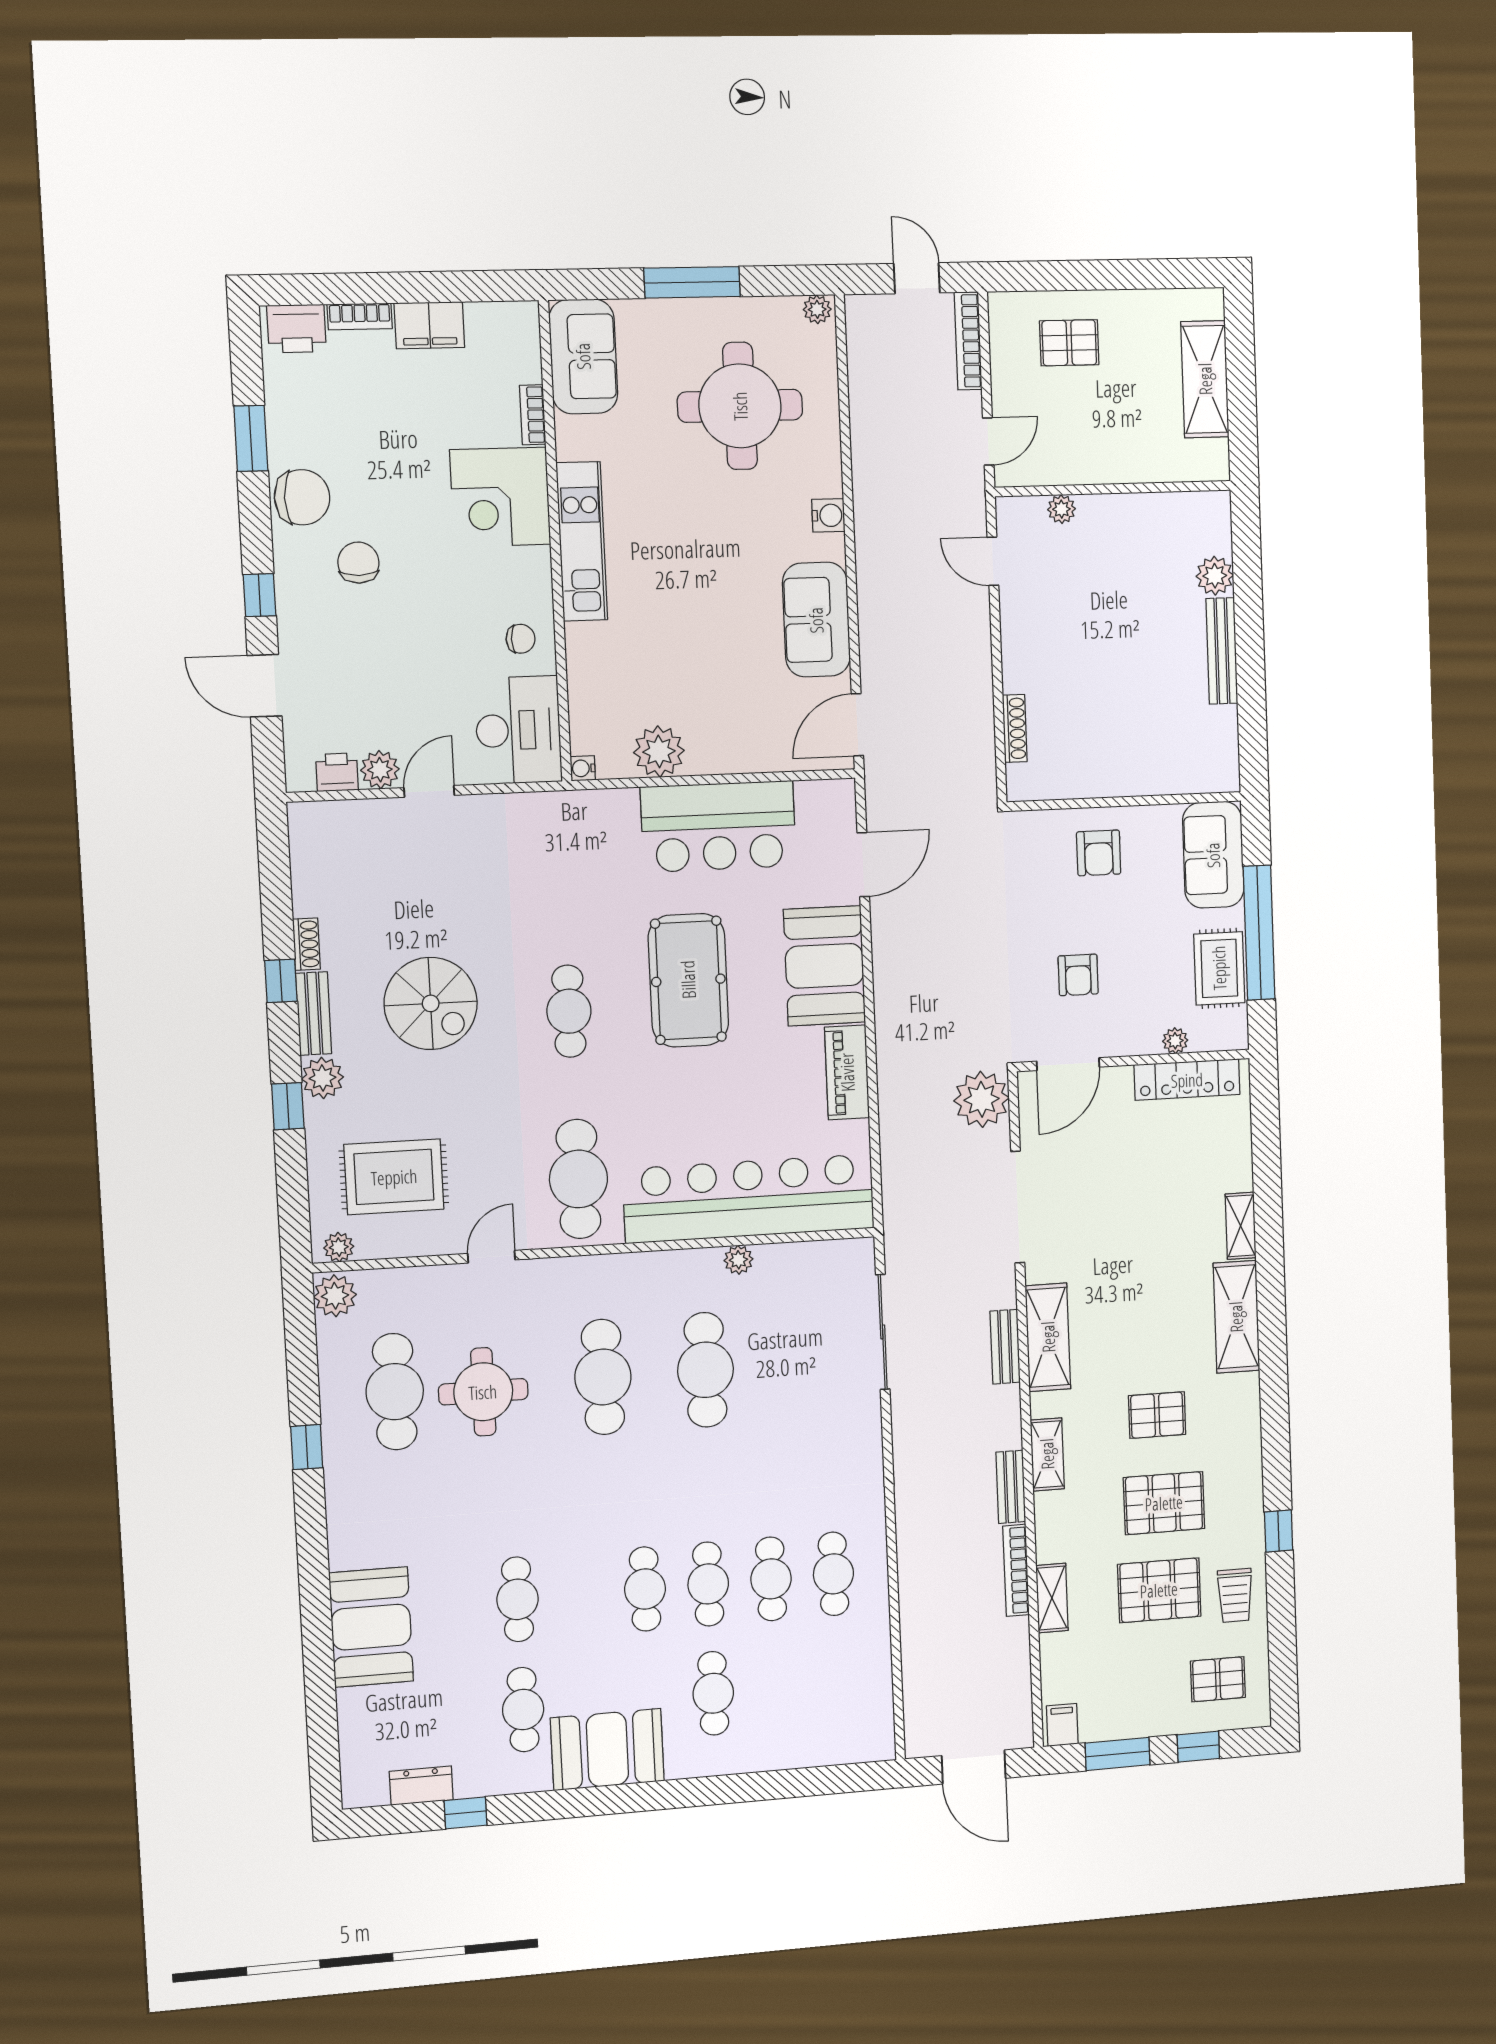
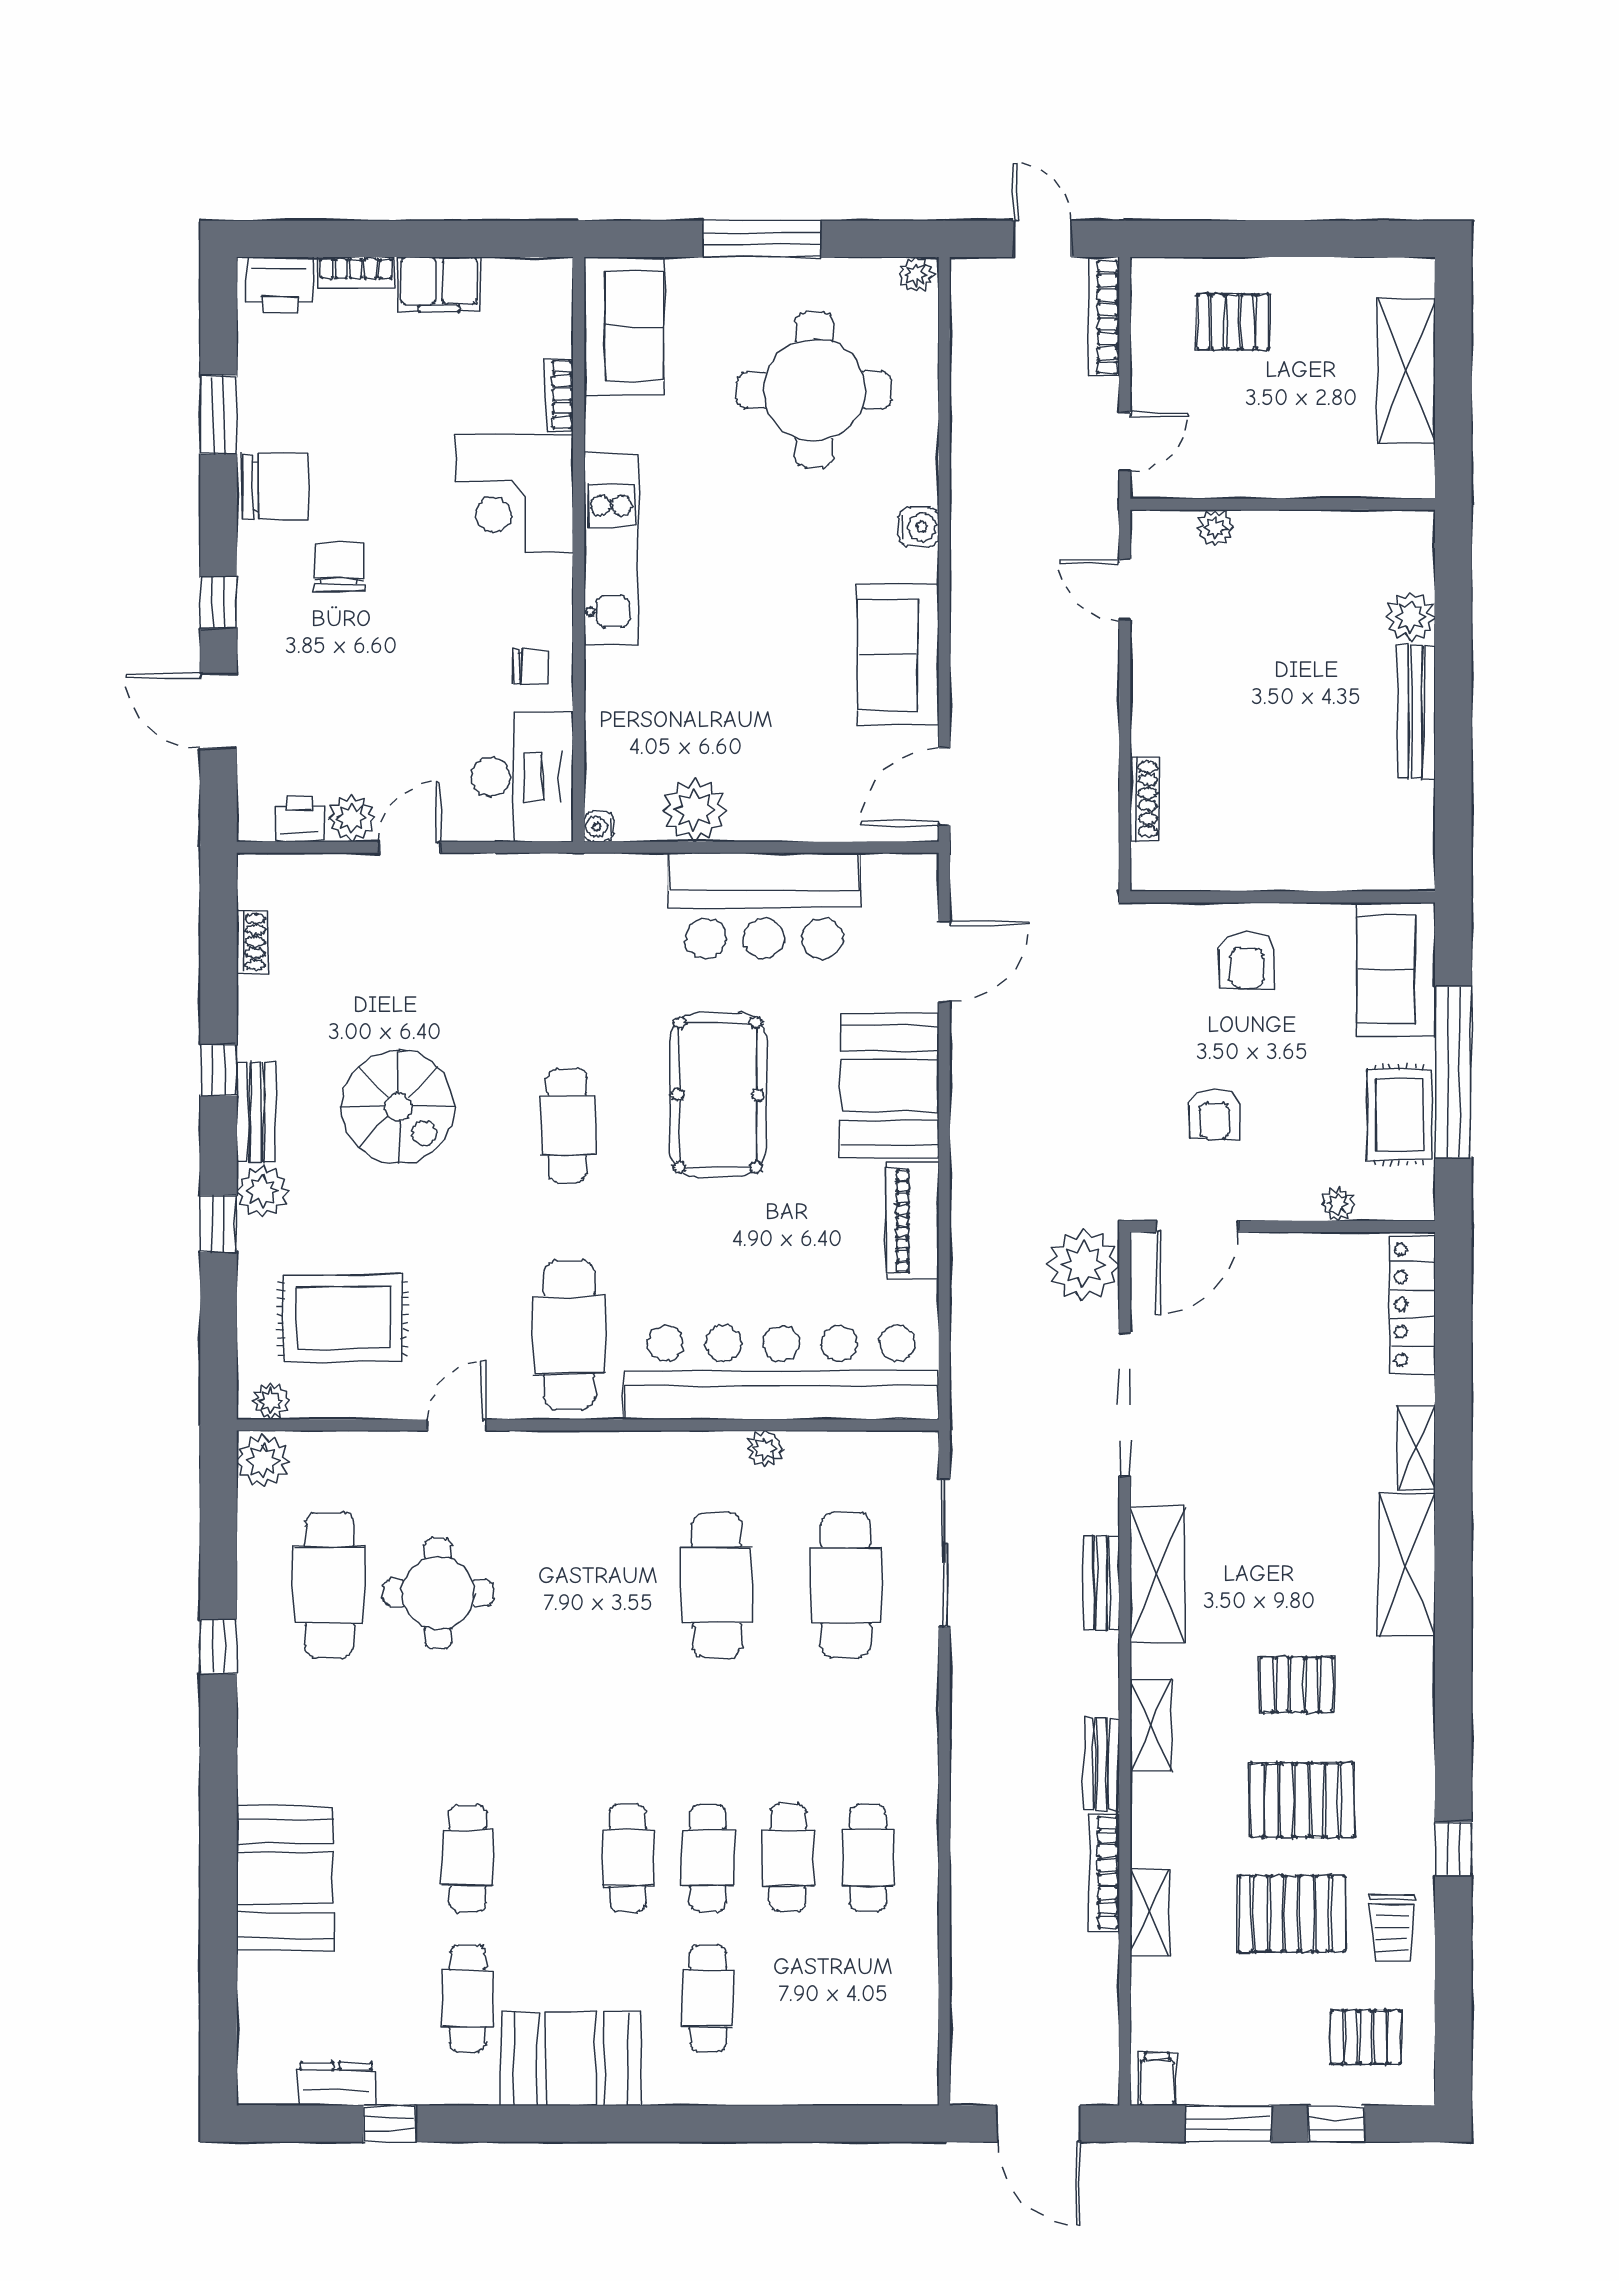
shoe rack: (306, 944) -> (252, 942), moved
locker: (1187, 1080) -> (1412, 1305), moved, turned 90
cafe table: (603, 1377) -> (846, 1585), moved

